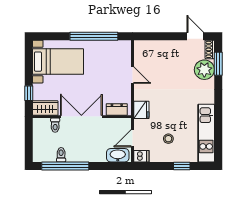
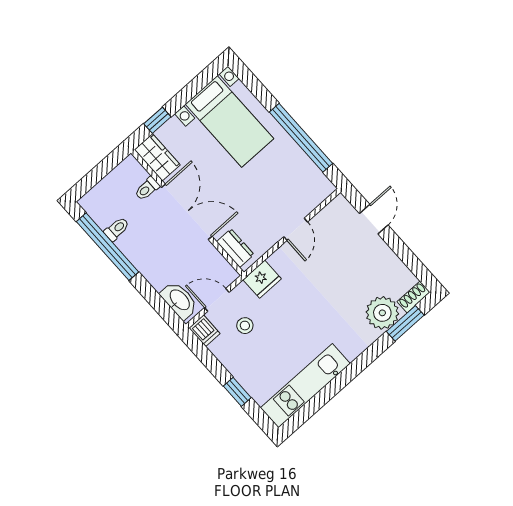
door: (195, 36) -> (374, 219), moved
stool: (168, 139) -> (245, 326), moved

